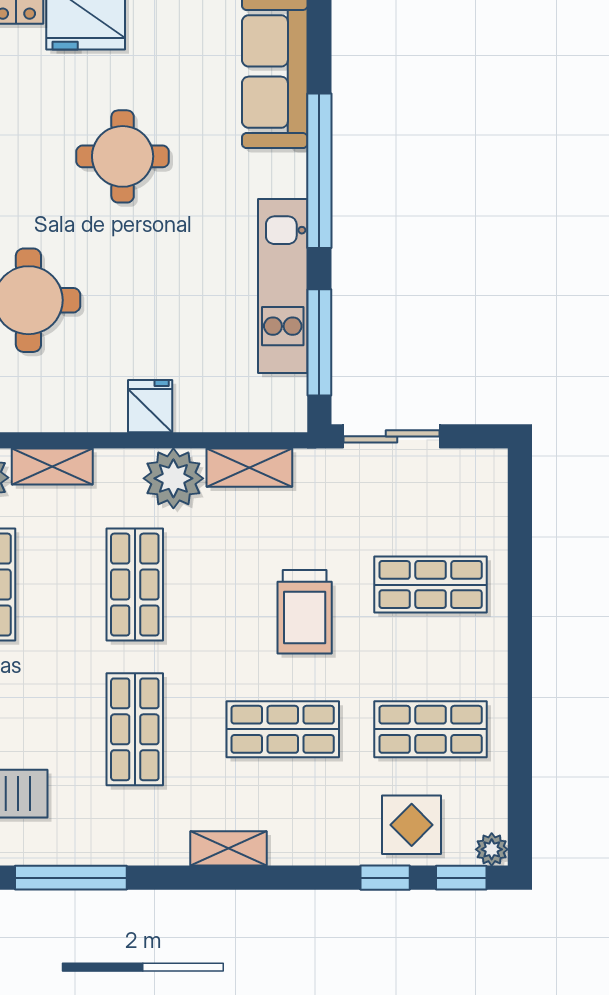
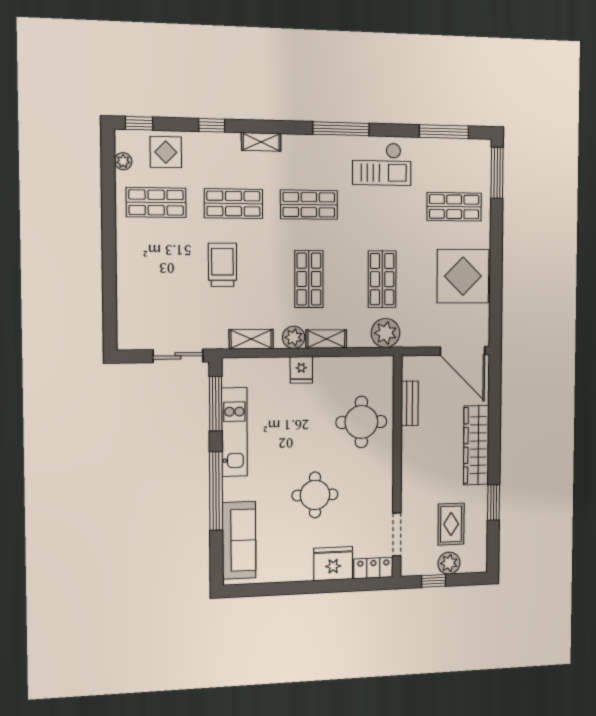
shelving: (52, 466) -> (326, 339), moved
plant: (173, 478) -> (294, 337), width x0.73, depth x0.73
shop shelf: (431, 585) -> (157, 279), removed
shop shelf: (135, 729) -> (309, 205), turned 90
plant: (492, 849) -> (123, 161), moved
window: (385, 878) -> (212, 125), moved

